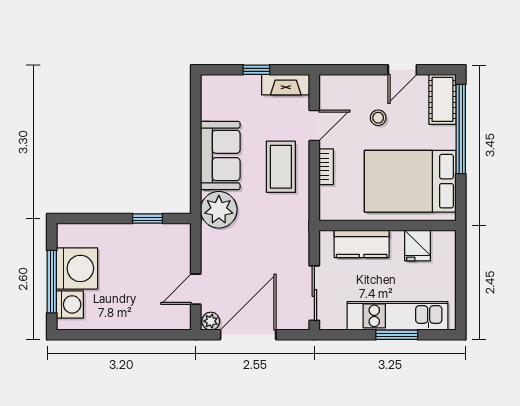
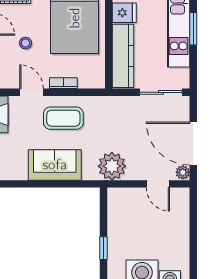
plant: (219, 210) -> (112, 166), moved
window: (148, 219) -> (103, 248), moved
kitchen counter: (362, 244) -> (123, 56), width x1.50

